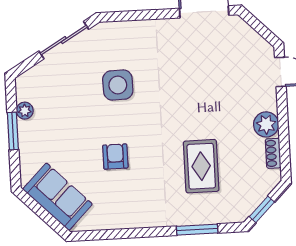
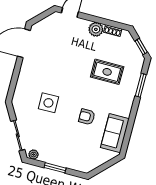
sliding door: (64, 40) -> (18, 135), moved
plant: (25, 111) -> (34, 155), moved
sofa: (58, 197) -> (115, 133), moved, turned -45

